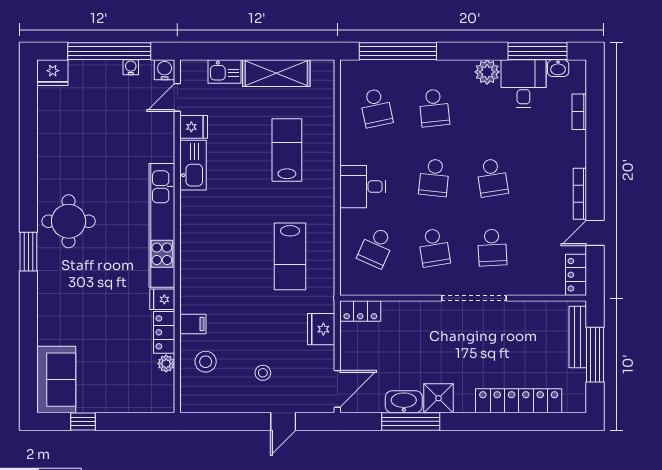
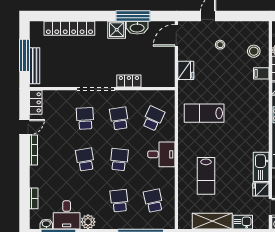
lab bench: (290, 256) -> (204, 113), turned -90
locker: (360, 311) -> (129, 81), moved

